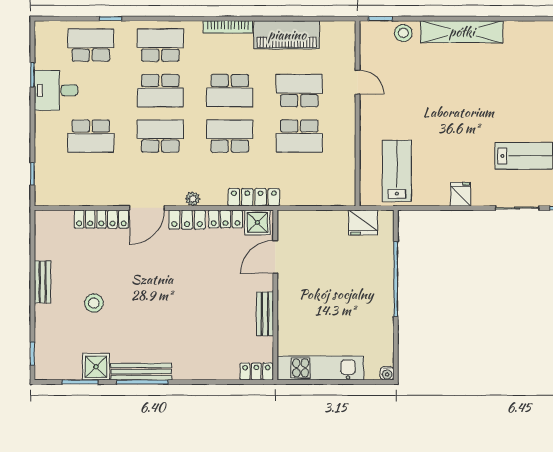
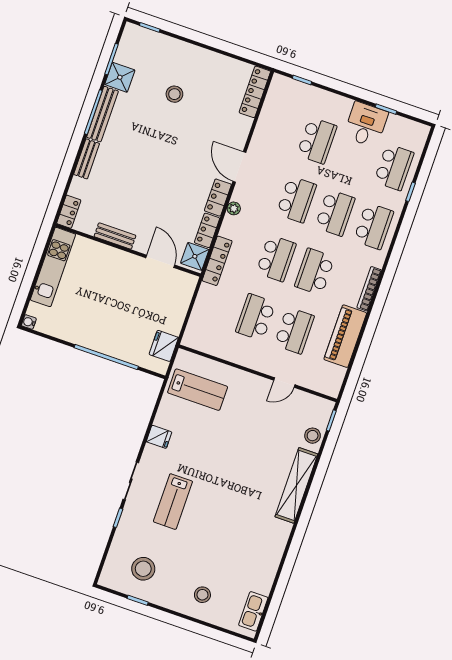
school desk: (160, 91) -> (335, 213), turned 180
school desk: (91, 136) -> (317, 141), turned 180
locker: (101, 219) -> (255, 92), moved
bench: (42, 282) -> (87, 159), moved, turned 90

